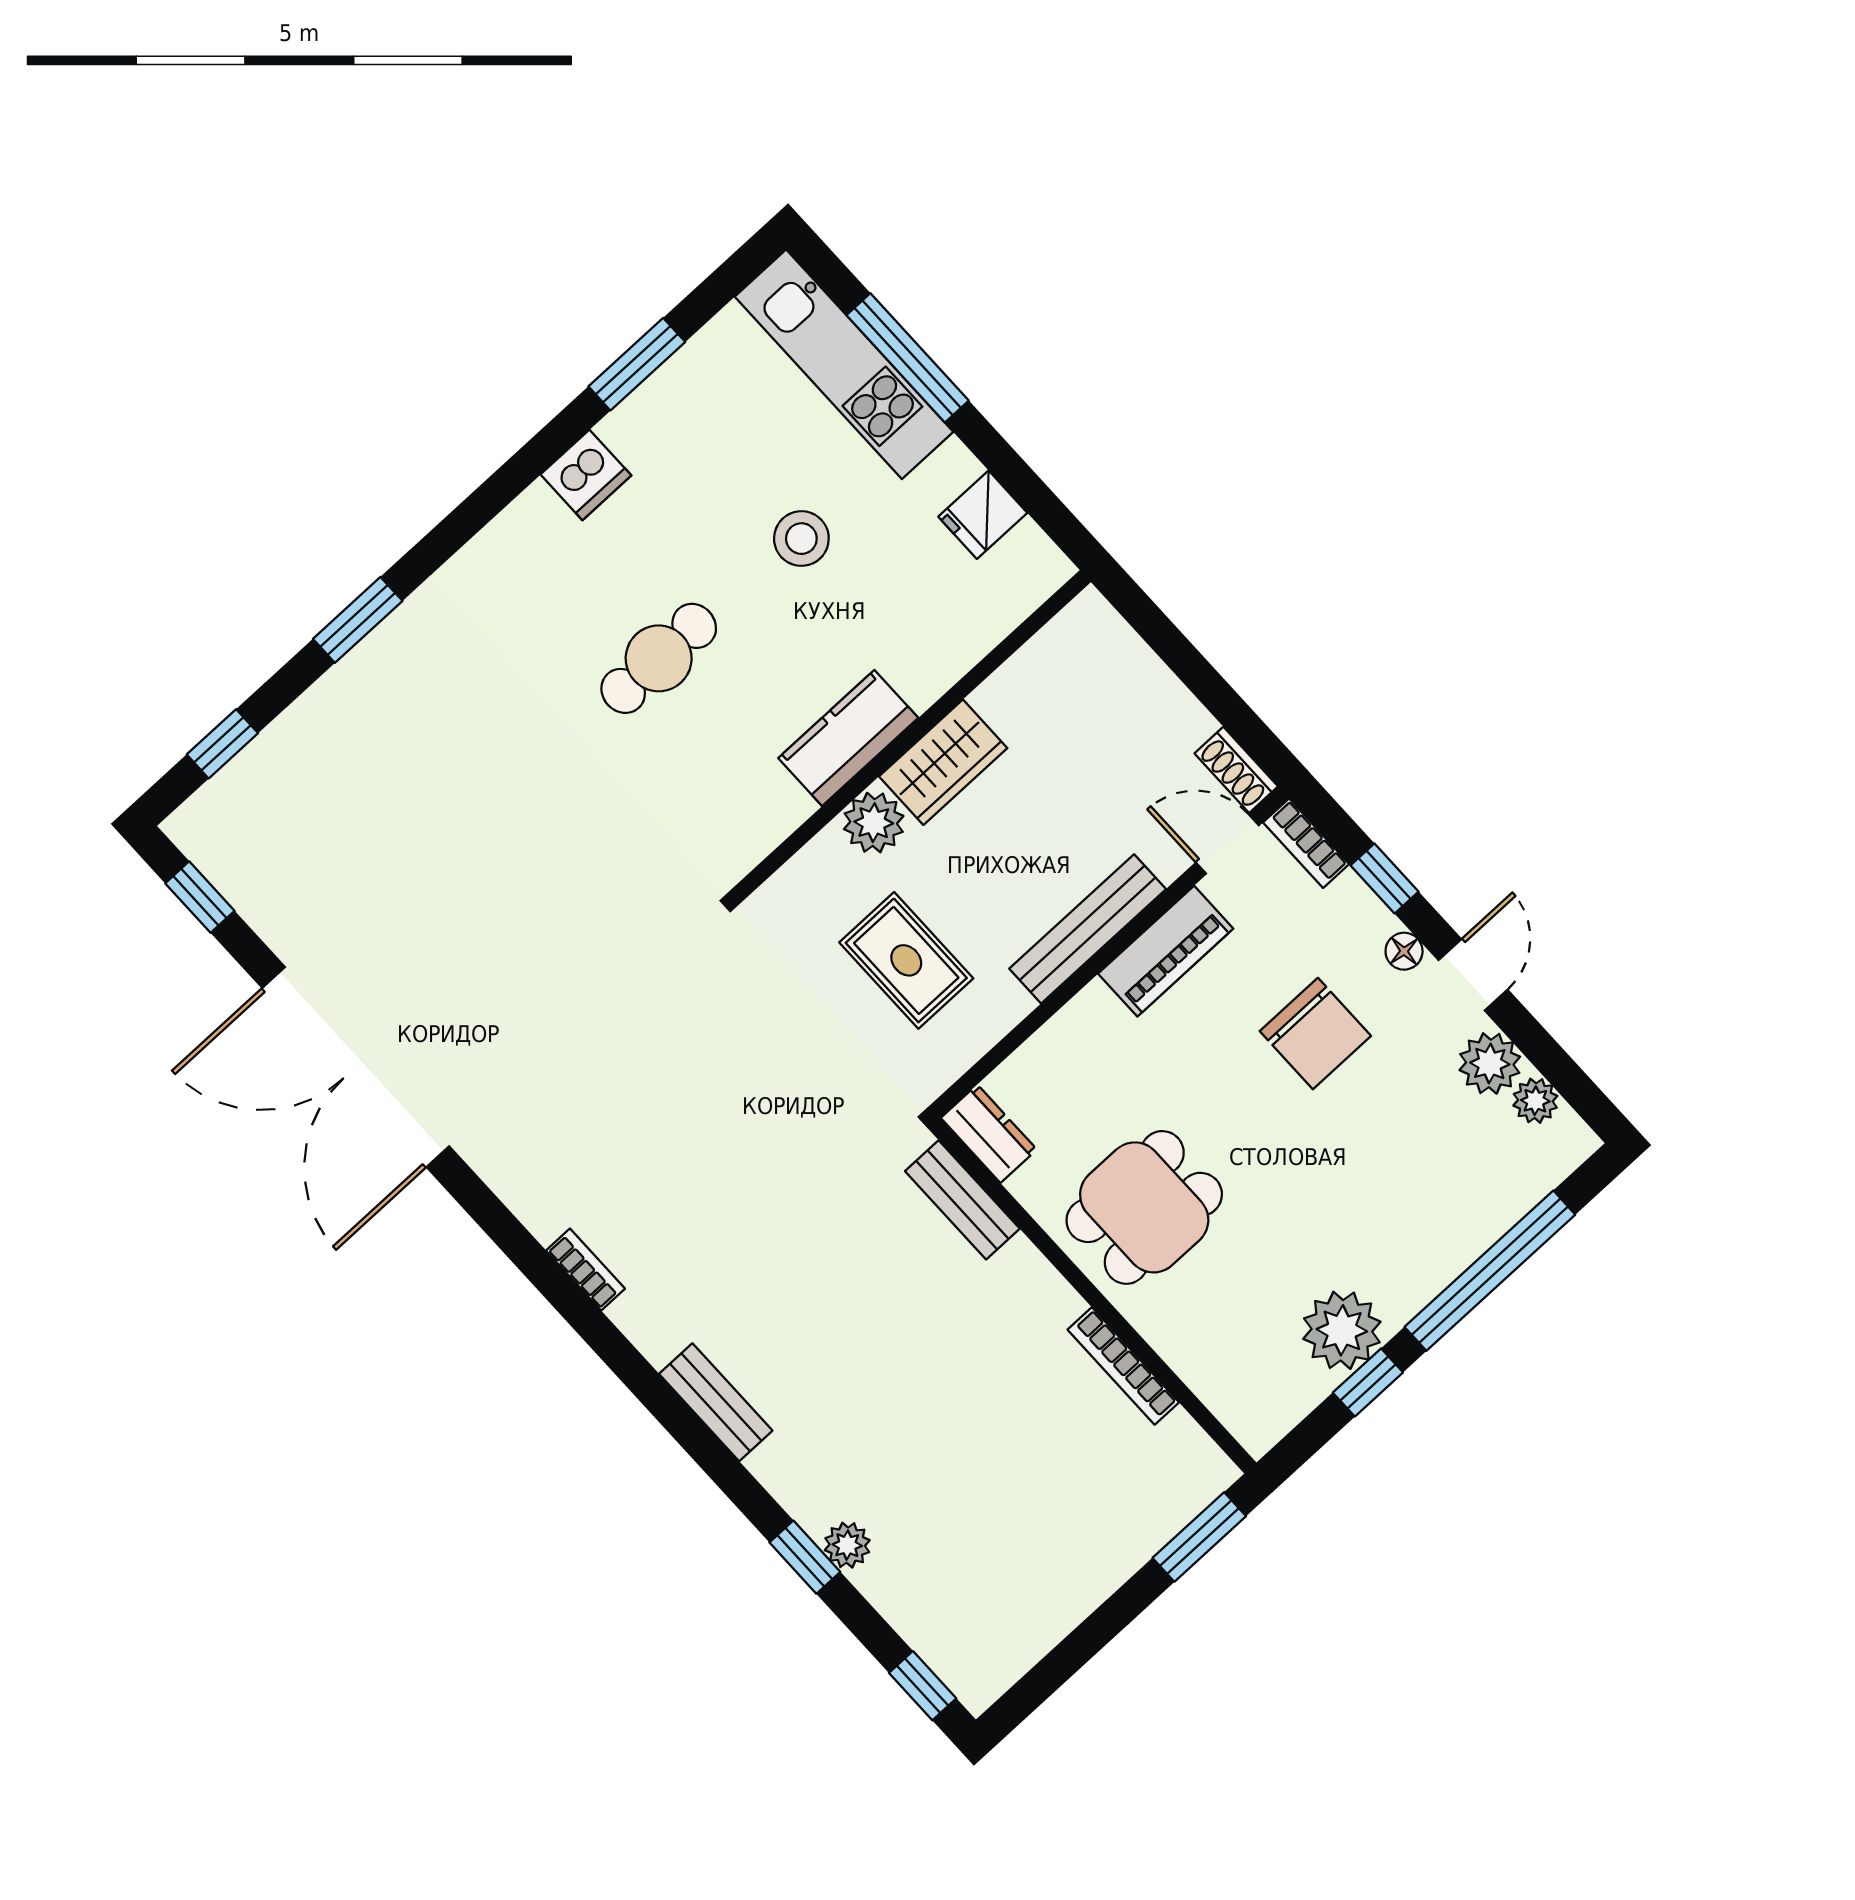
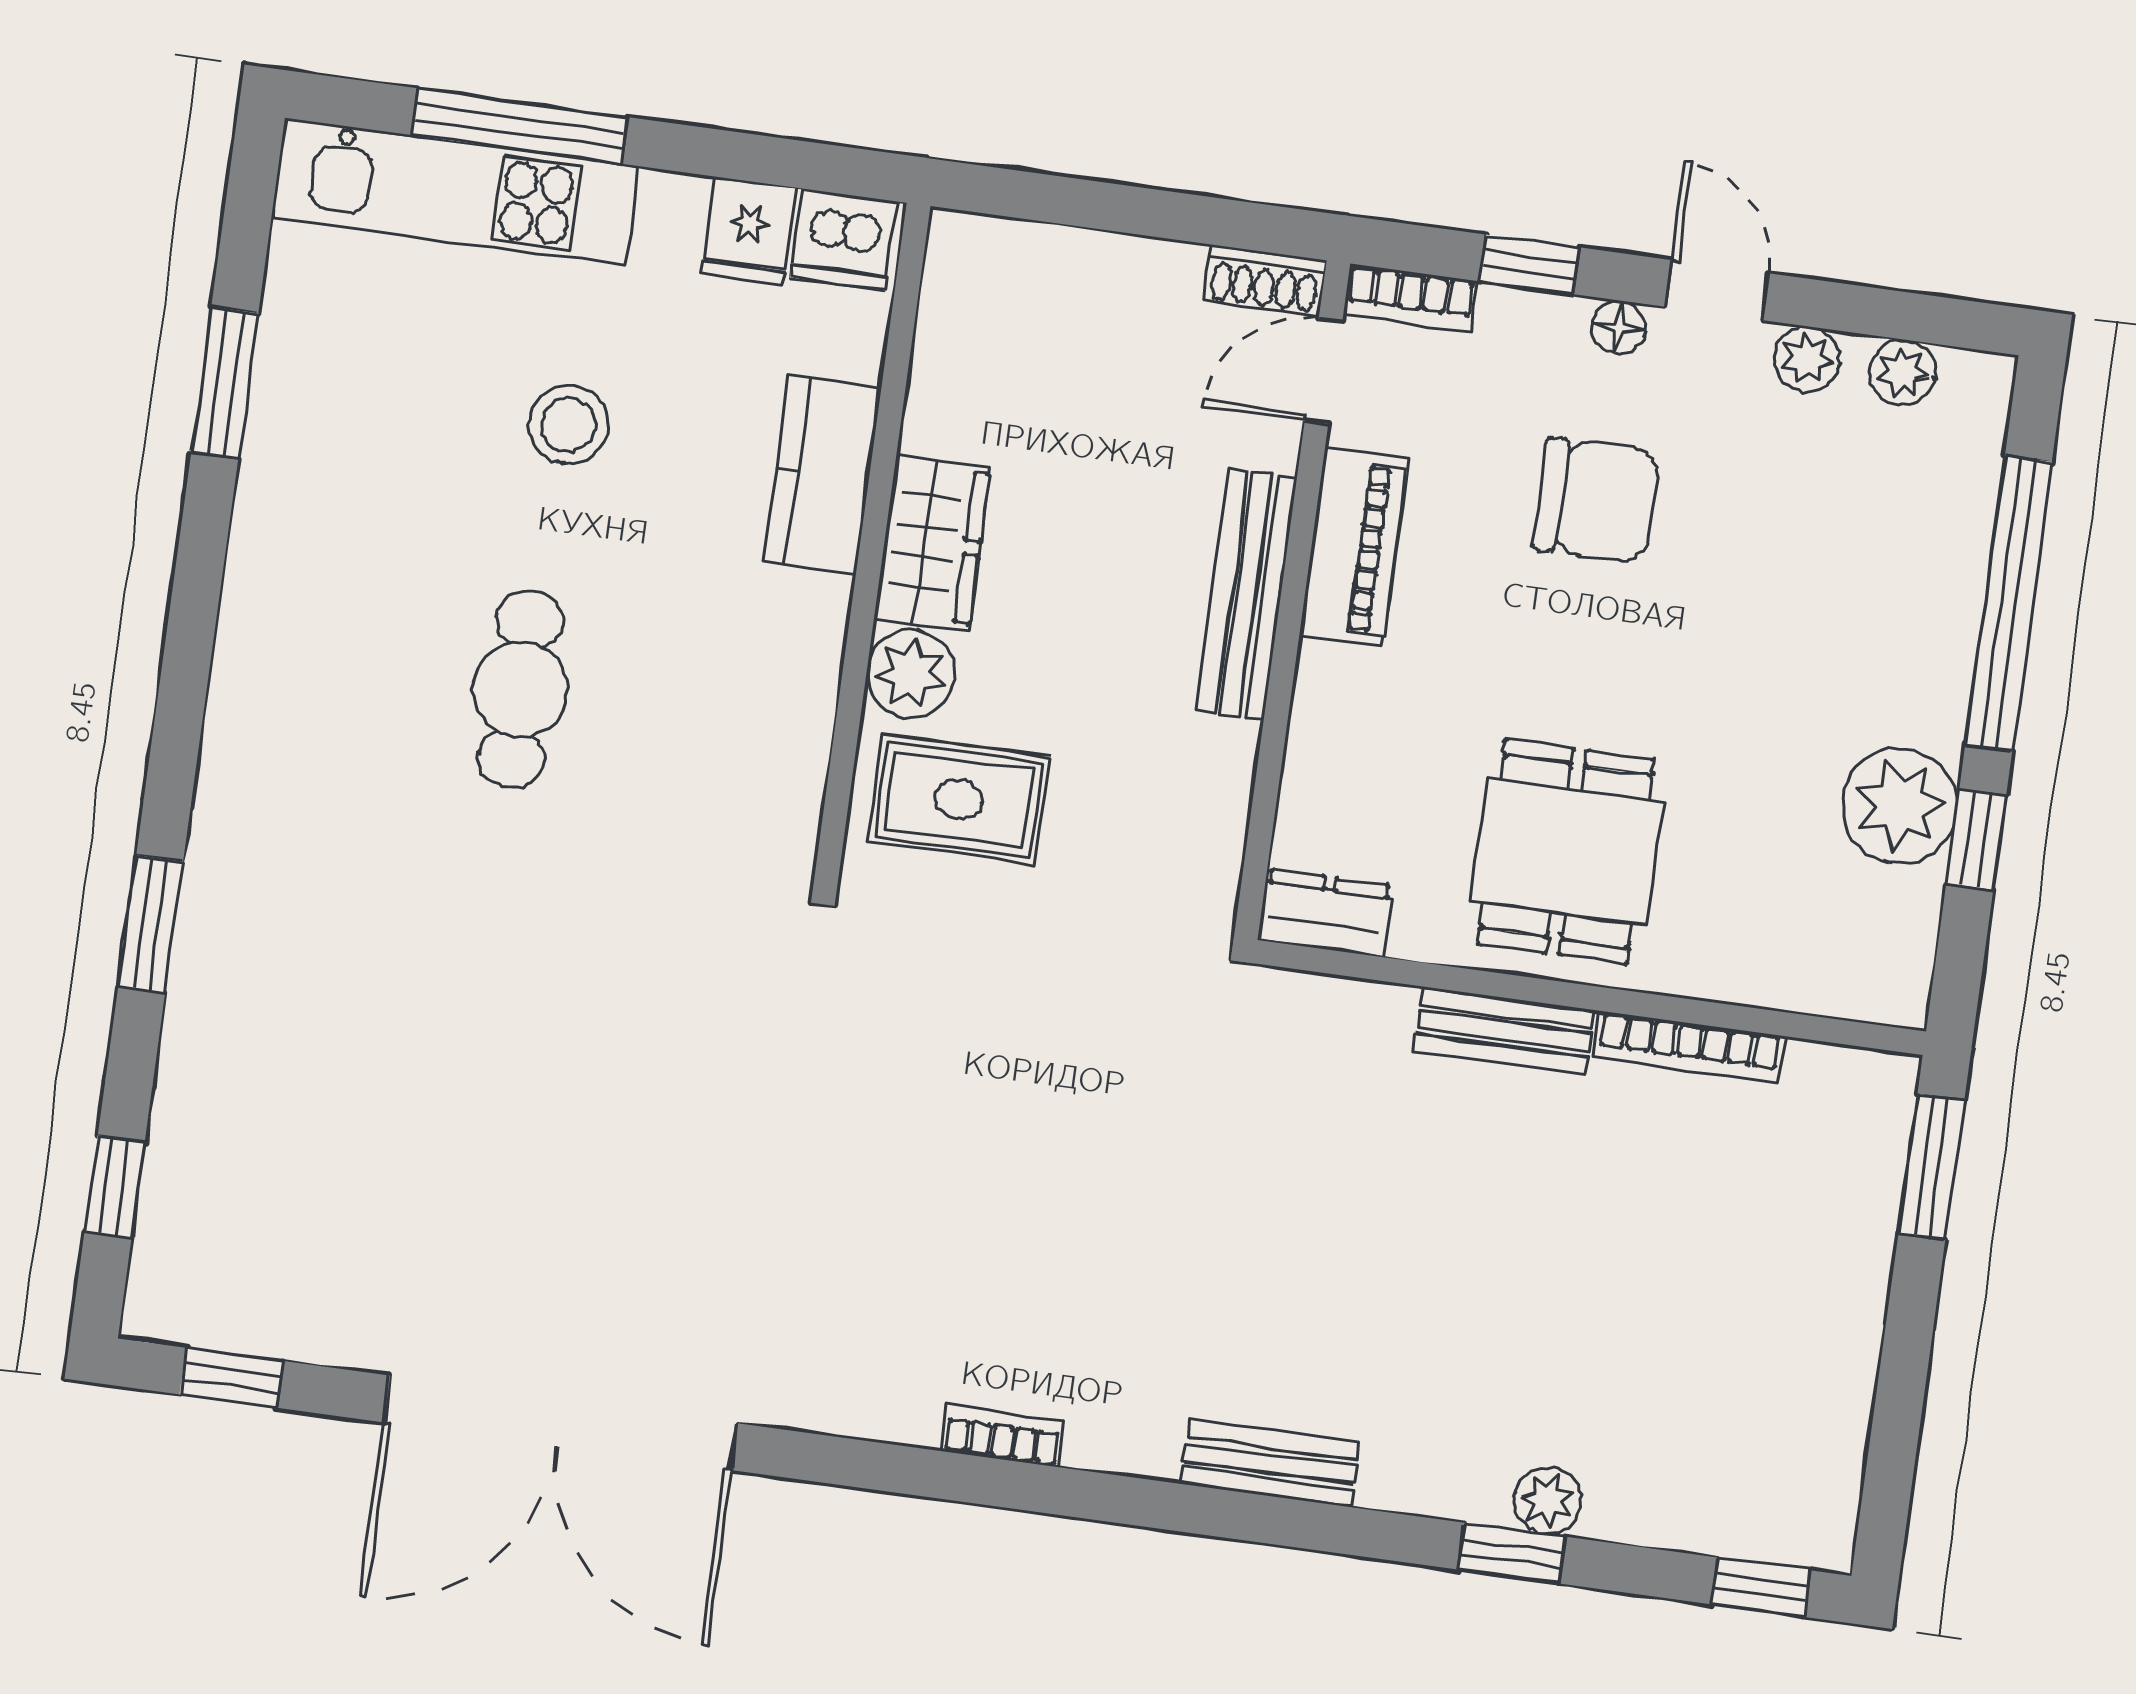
dishwasher: (586, 475) -> (844, 239), moved, turned 90
kitchen counter: (848, 738) -> (822, 475), moved
rug: (906, 960) -> (959, 799), moved
plant: (1490, 1063) -> (1807, 359), width x0.73, depth x0.73
bench: (962, 1200) -> (1504, 1031), moved

